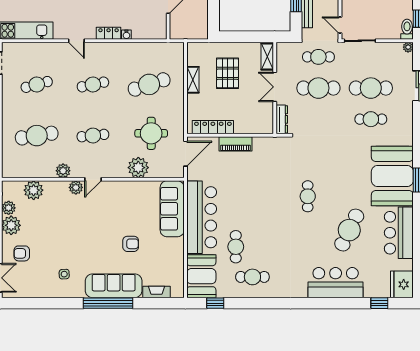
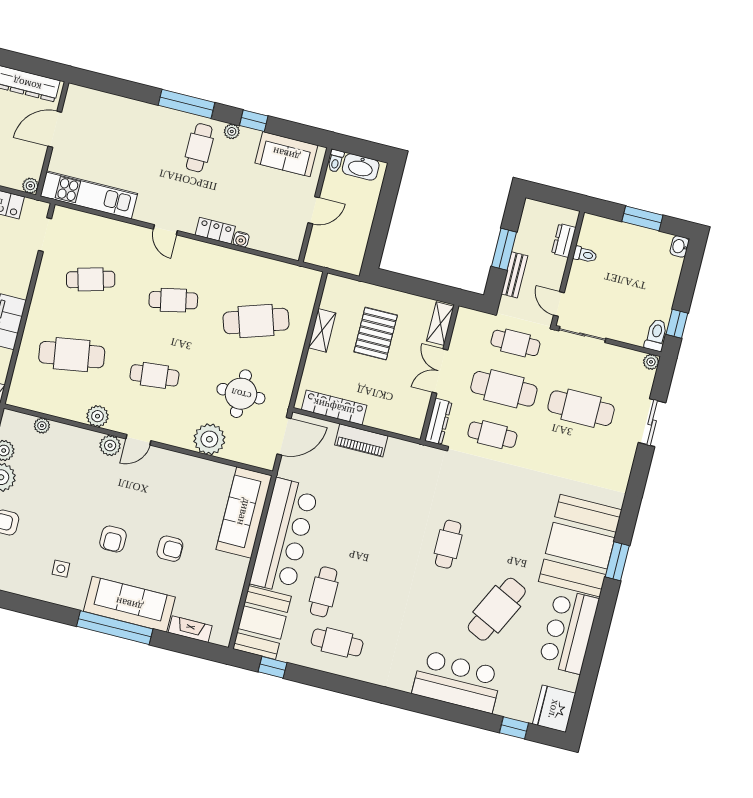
cafe table: (371, 119) -> (492, 435), moved
plant: (34, 190) -> (42, 426), width x0.53, depth x0.53
armchair: (93, 247) -> (113, 539), added

